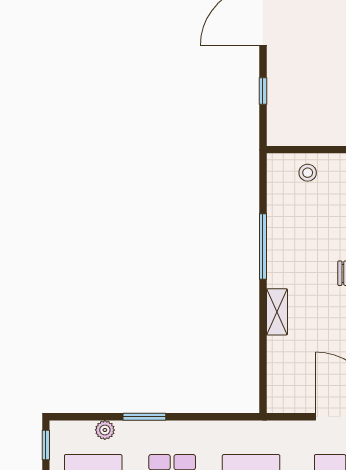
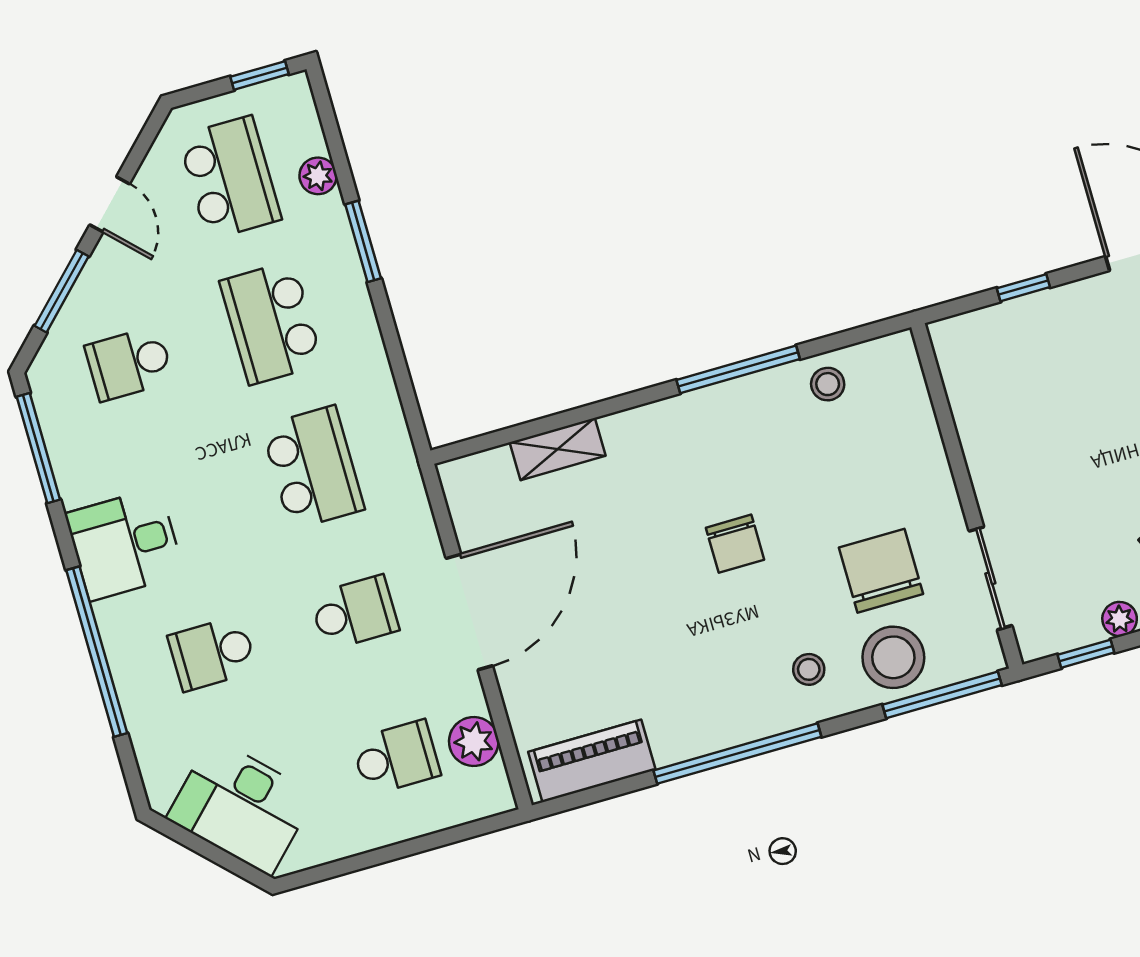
stool: (308, 173) -> (828, 384), moved
shelving: (277, 312) -> (558, 449), moved

